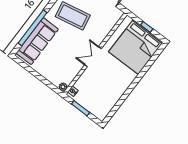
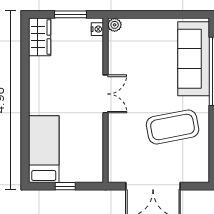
bed: (136, 47) -> (44, 149), width x0.49
wardrobe: (104, 109) -> (40, 37), added

